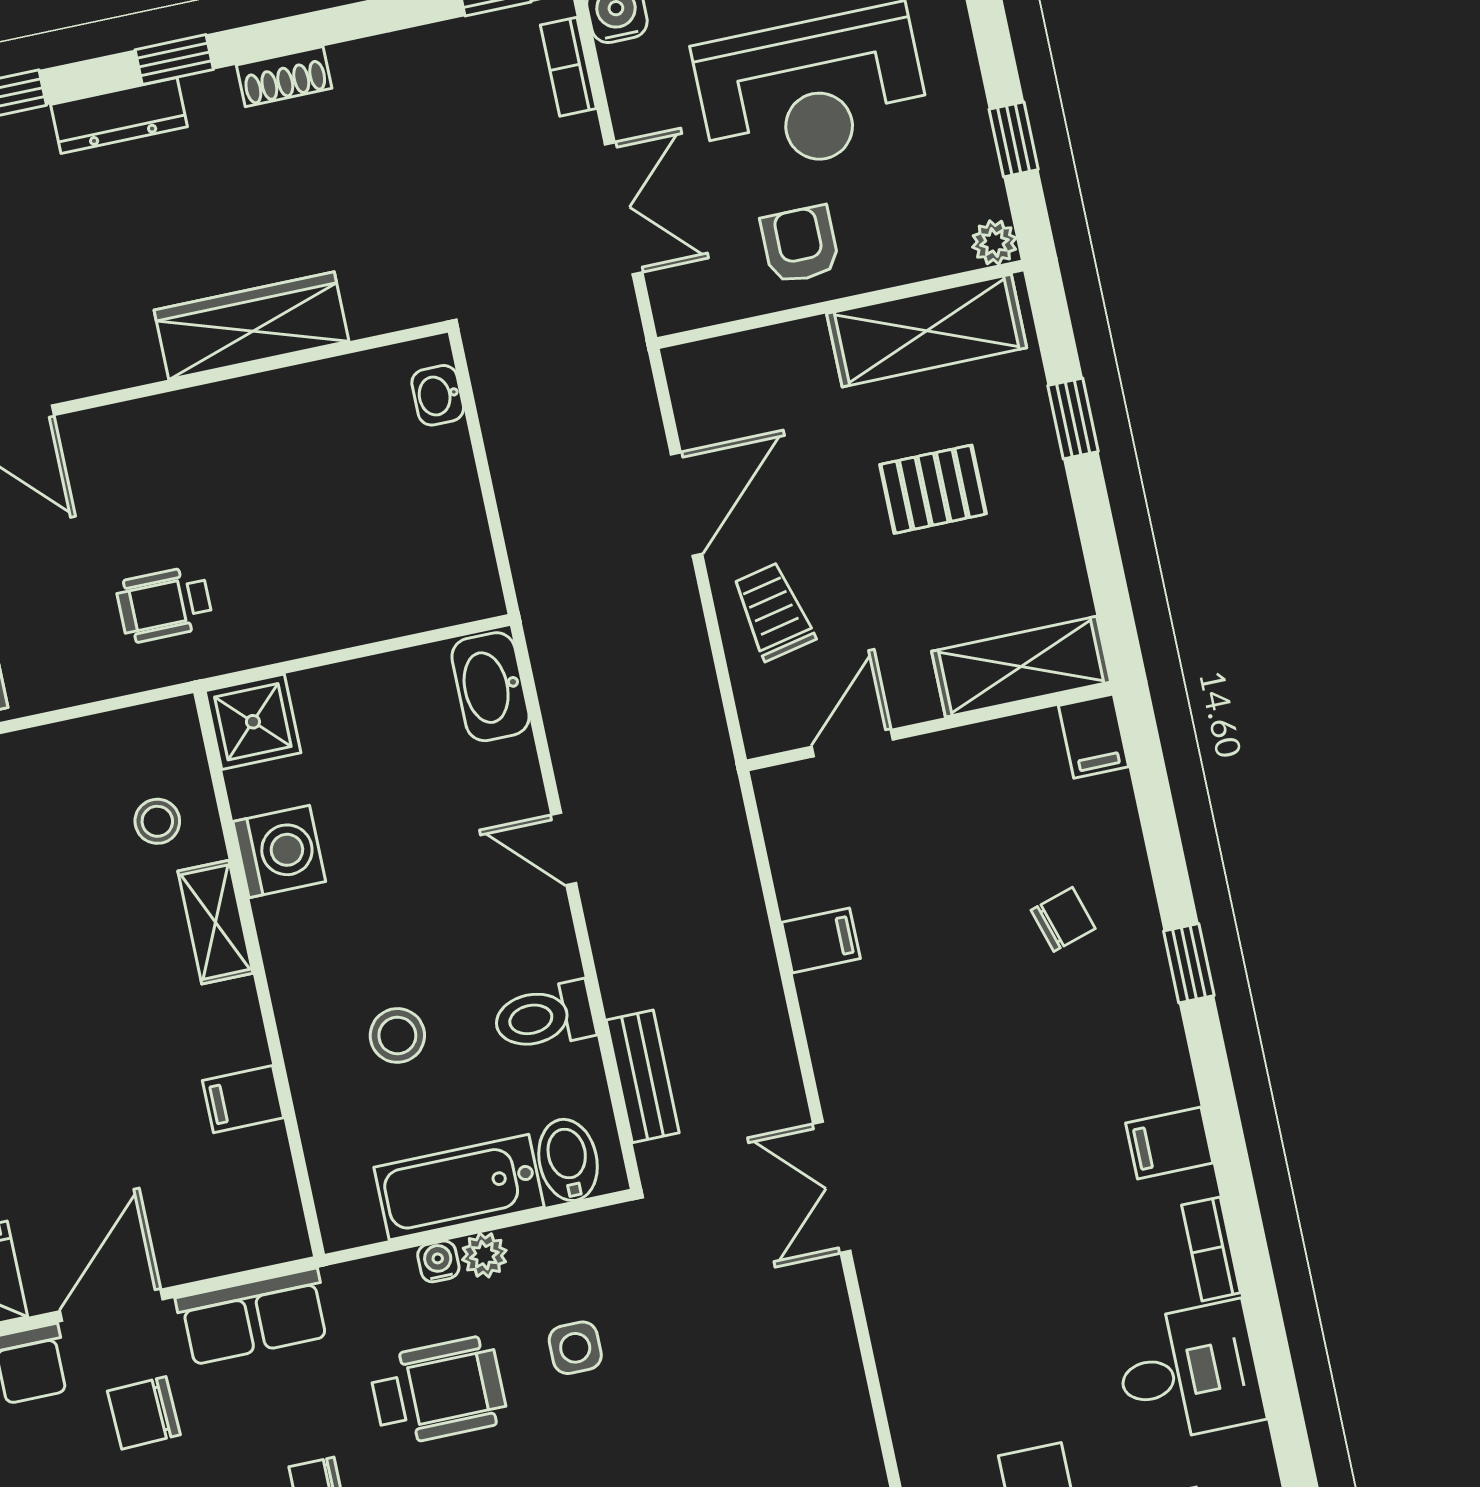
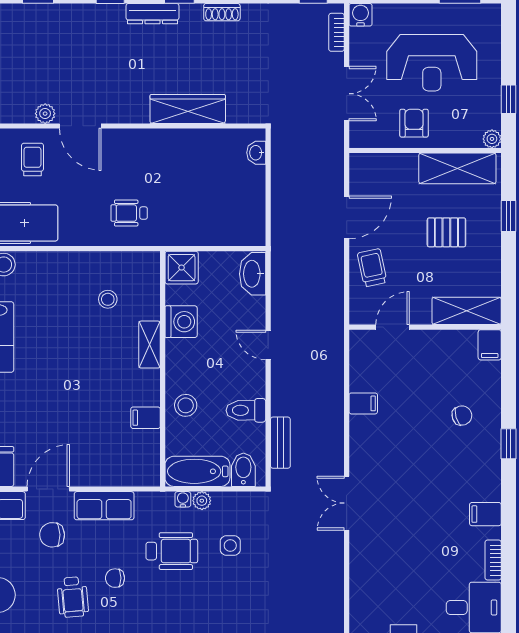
shower: (253, 722) -> (182, 268), moved
washing machine: (279, 851) -> (181, 322), moved
shelving: (215, 922) -> (149, 345), moved
wall: (259, 973) -> (163, 369), moved
filing cabinet: (243, 1099) -> (145, 418), moved

